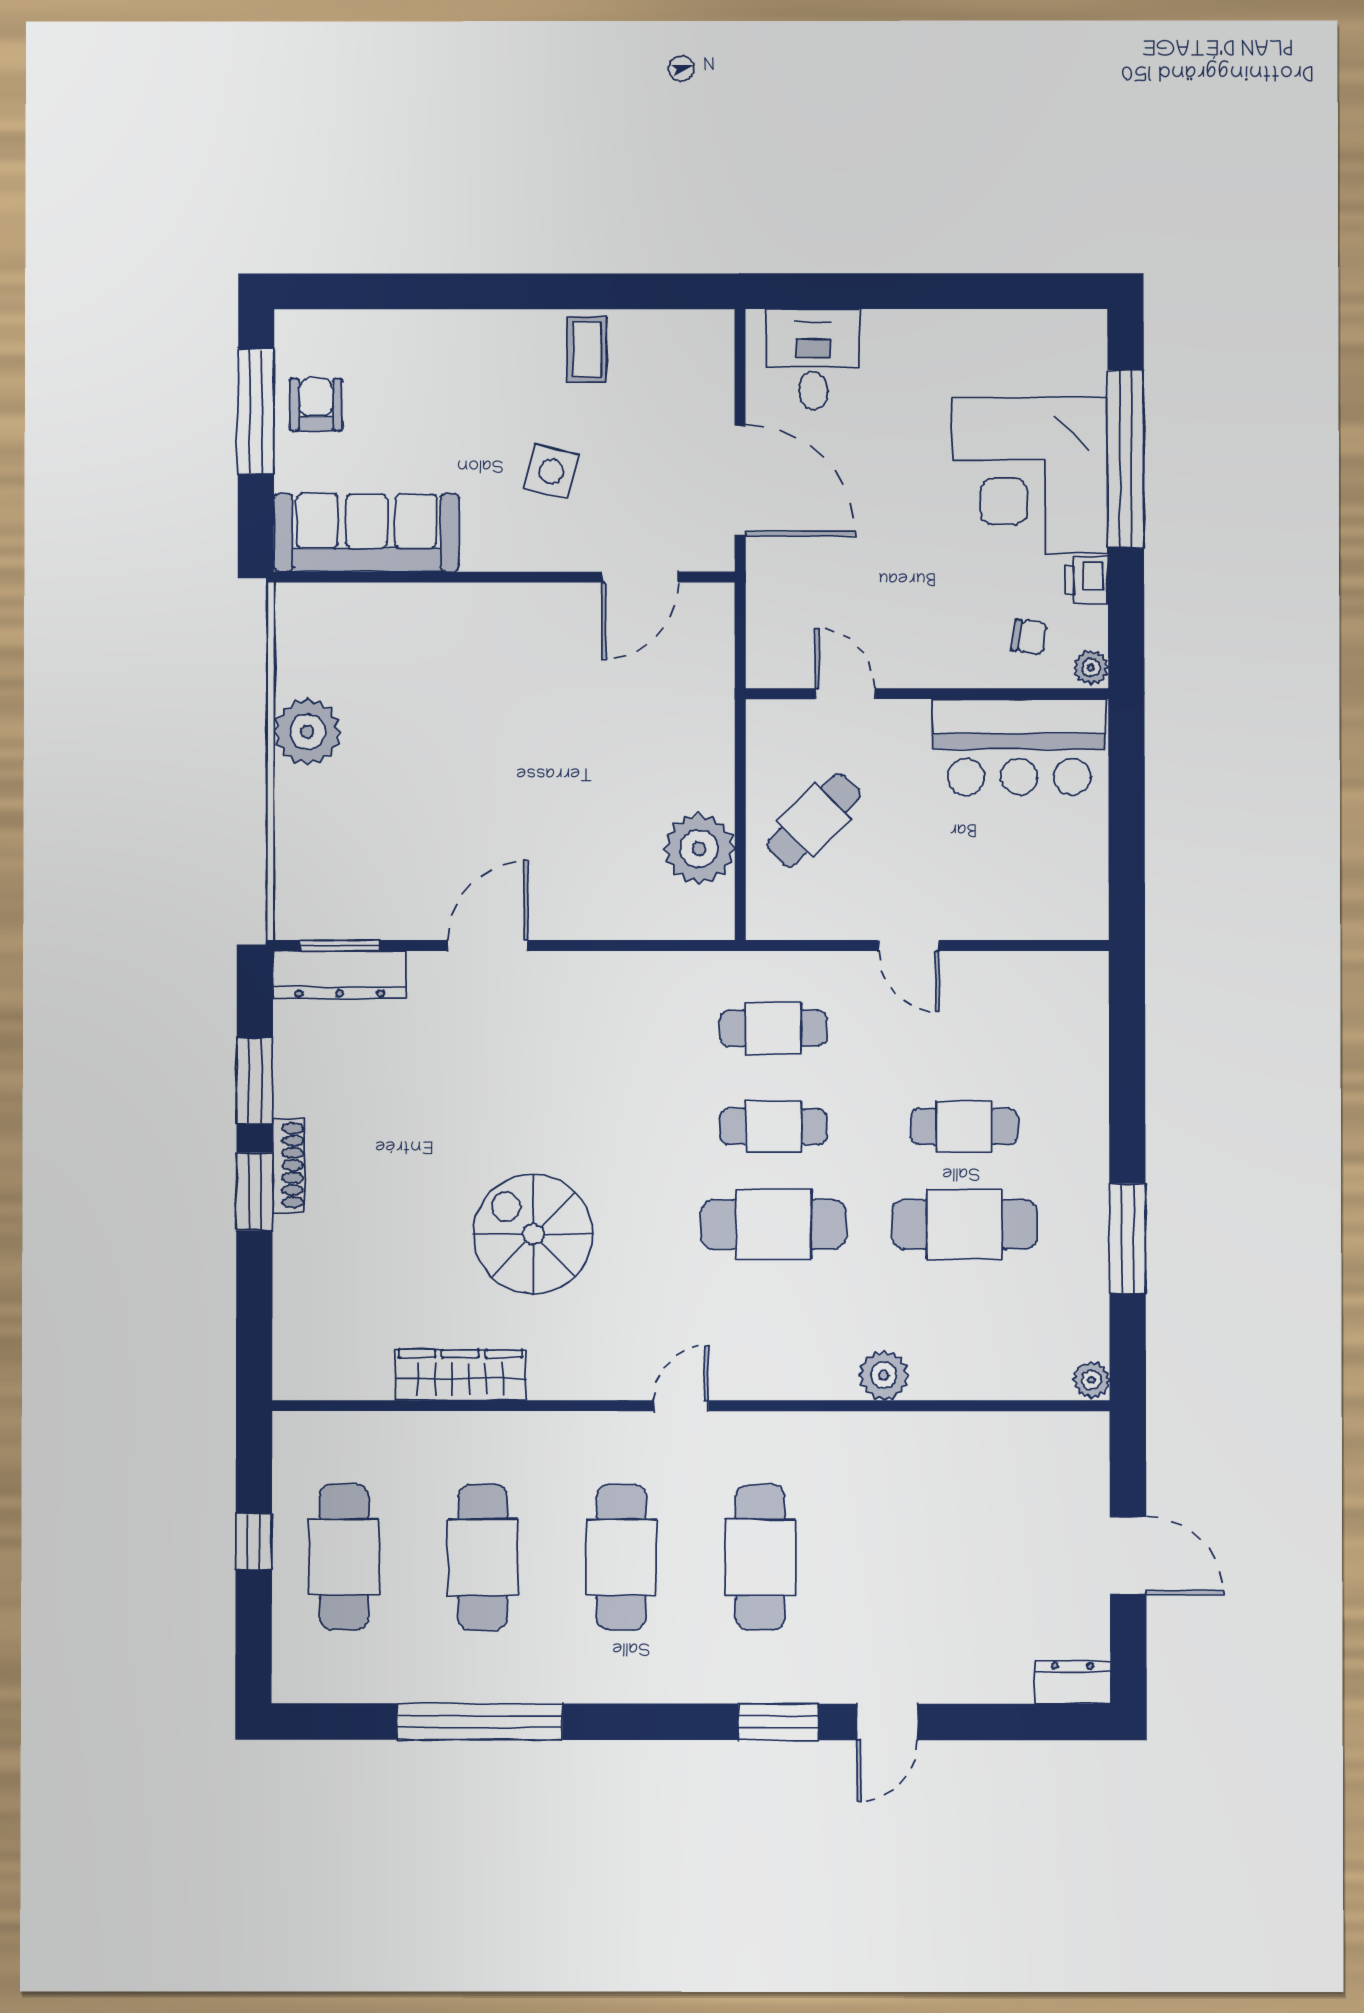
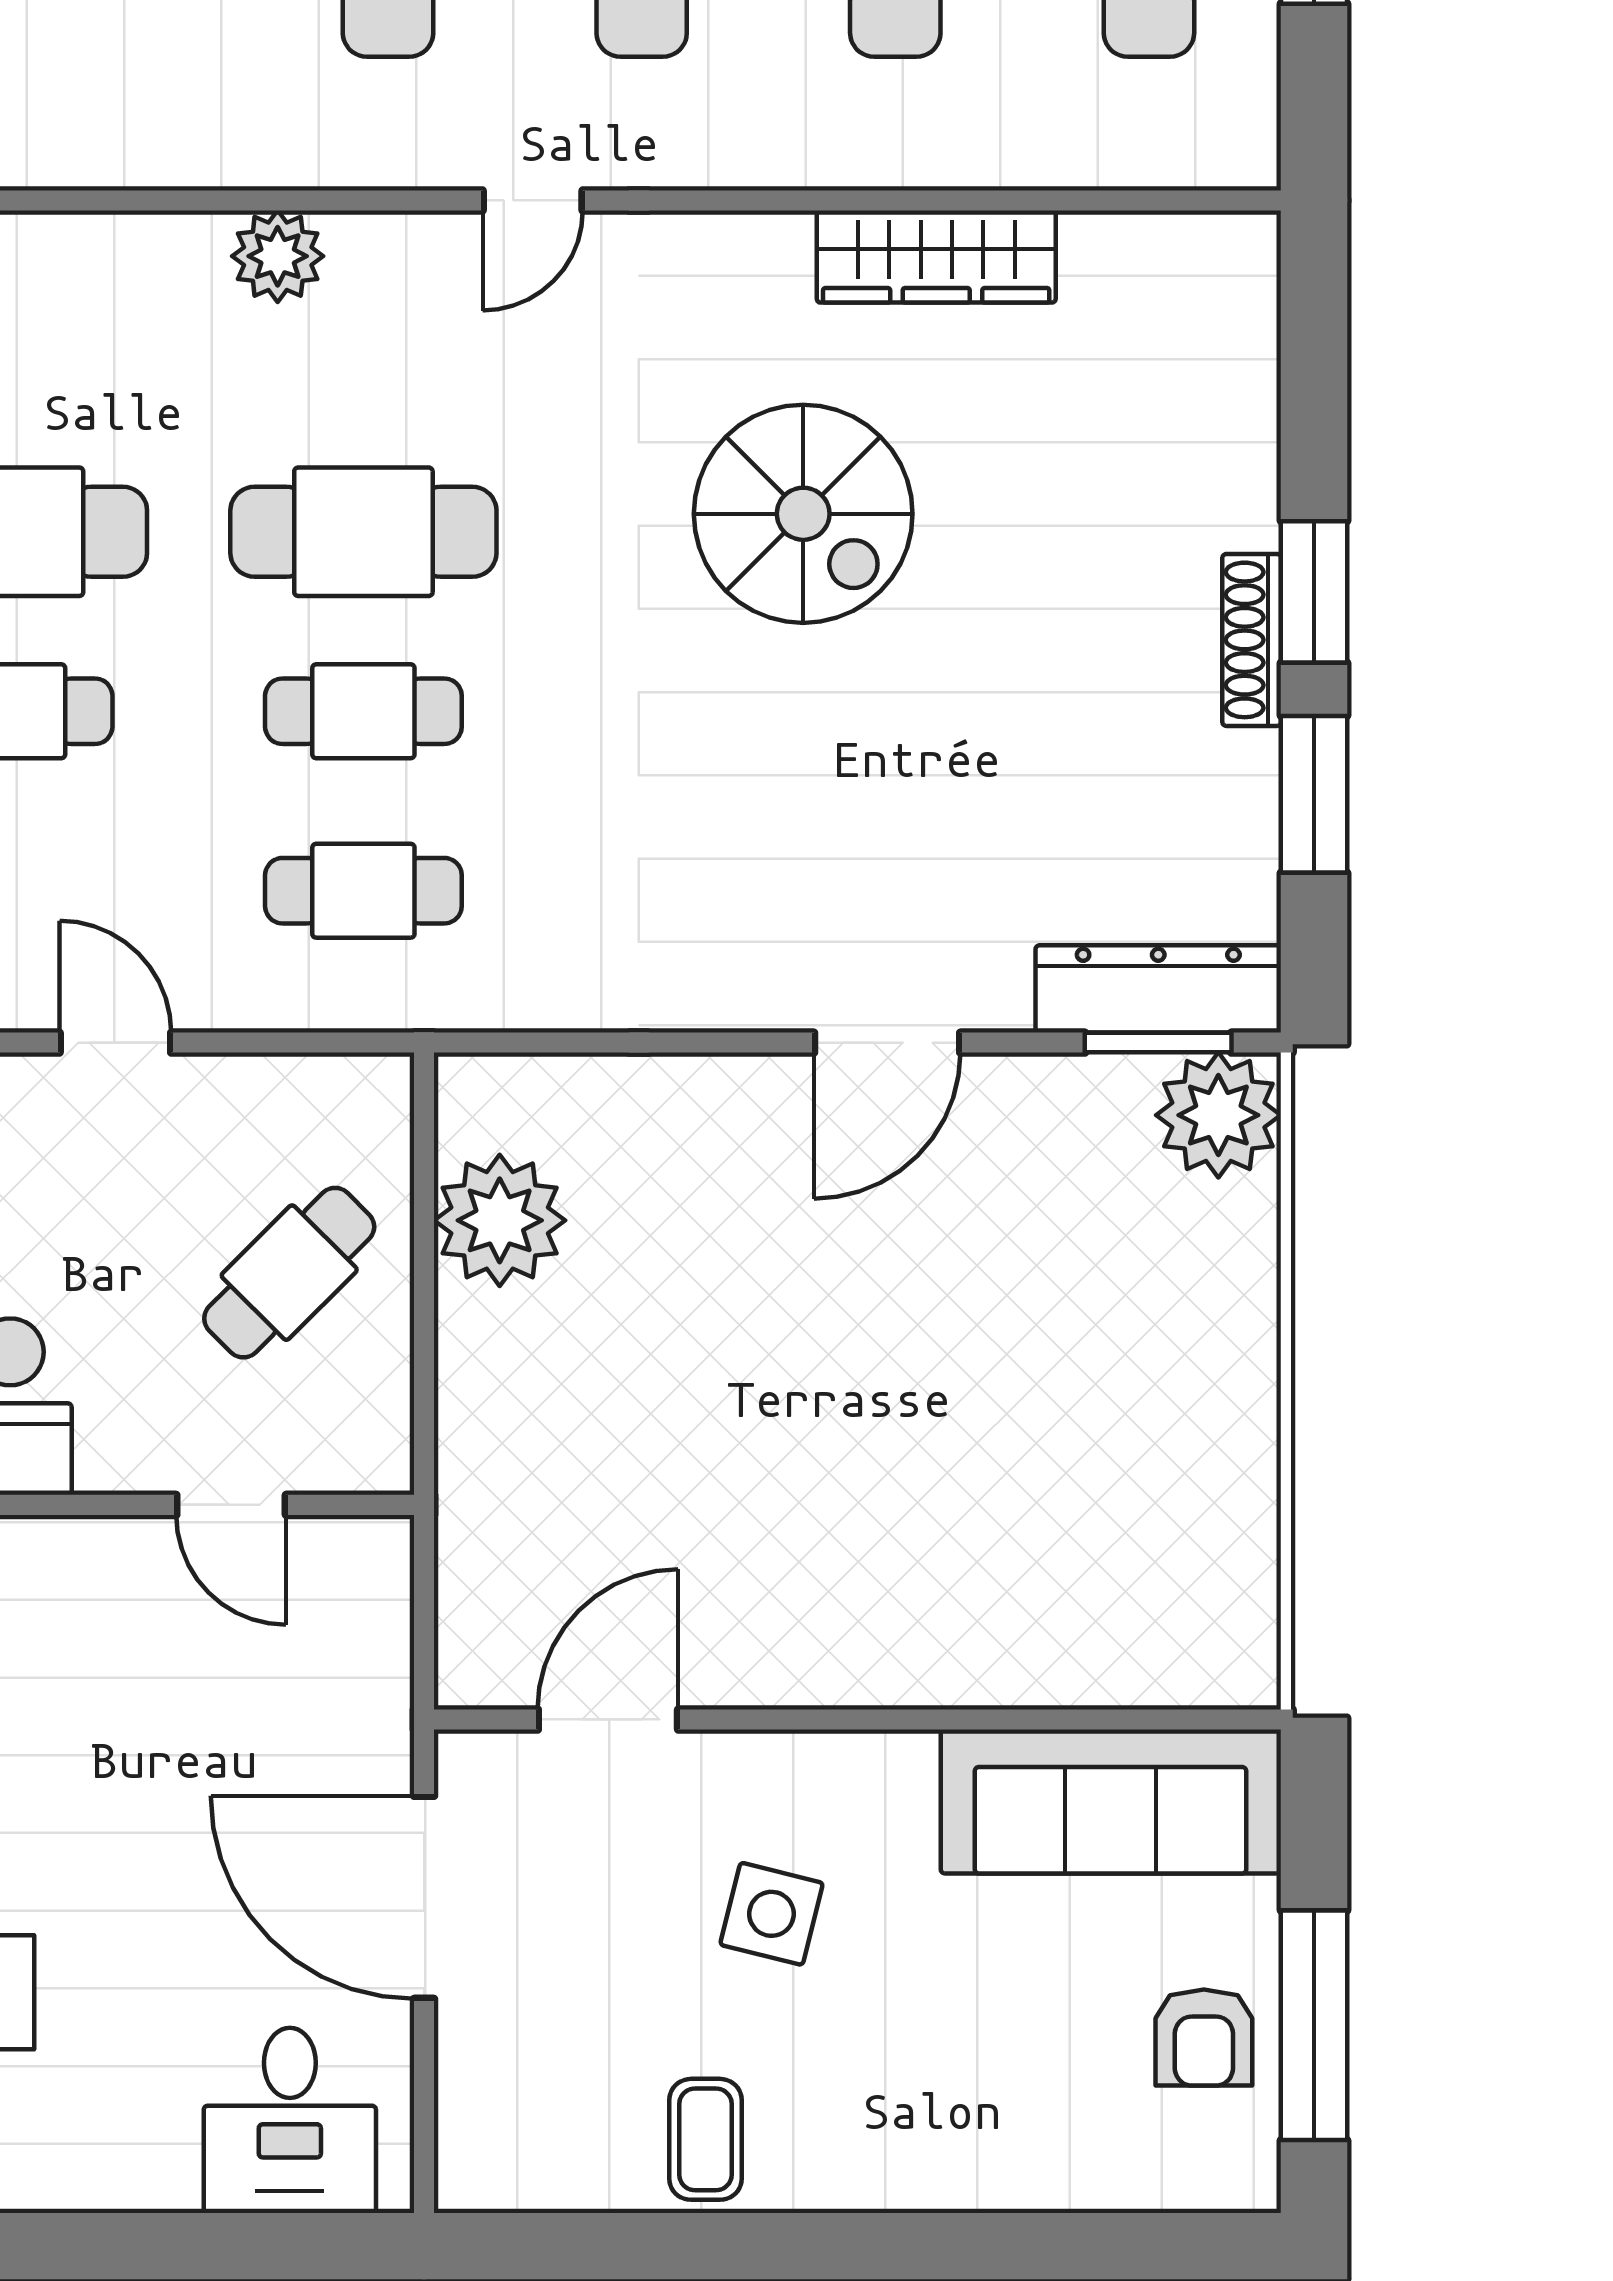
plant: (307, 732) -> (1218, 1115), moved
plant: (884, 1375) -> (278, 256), moved

